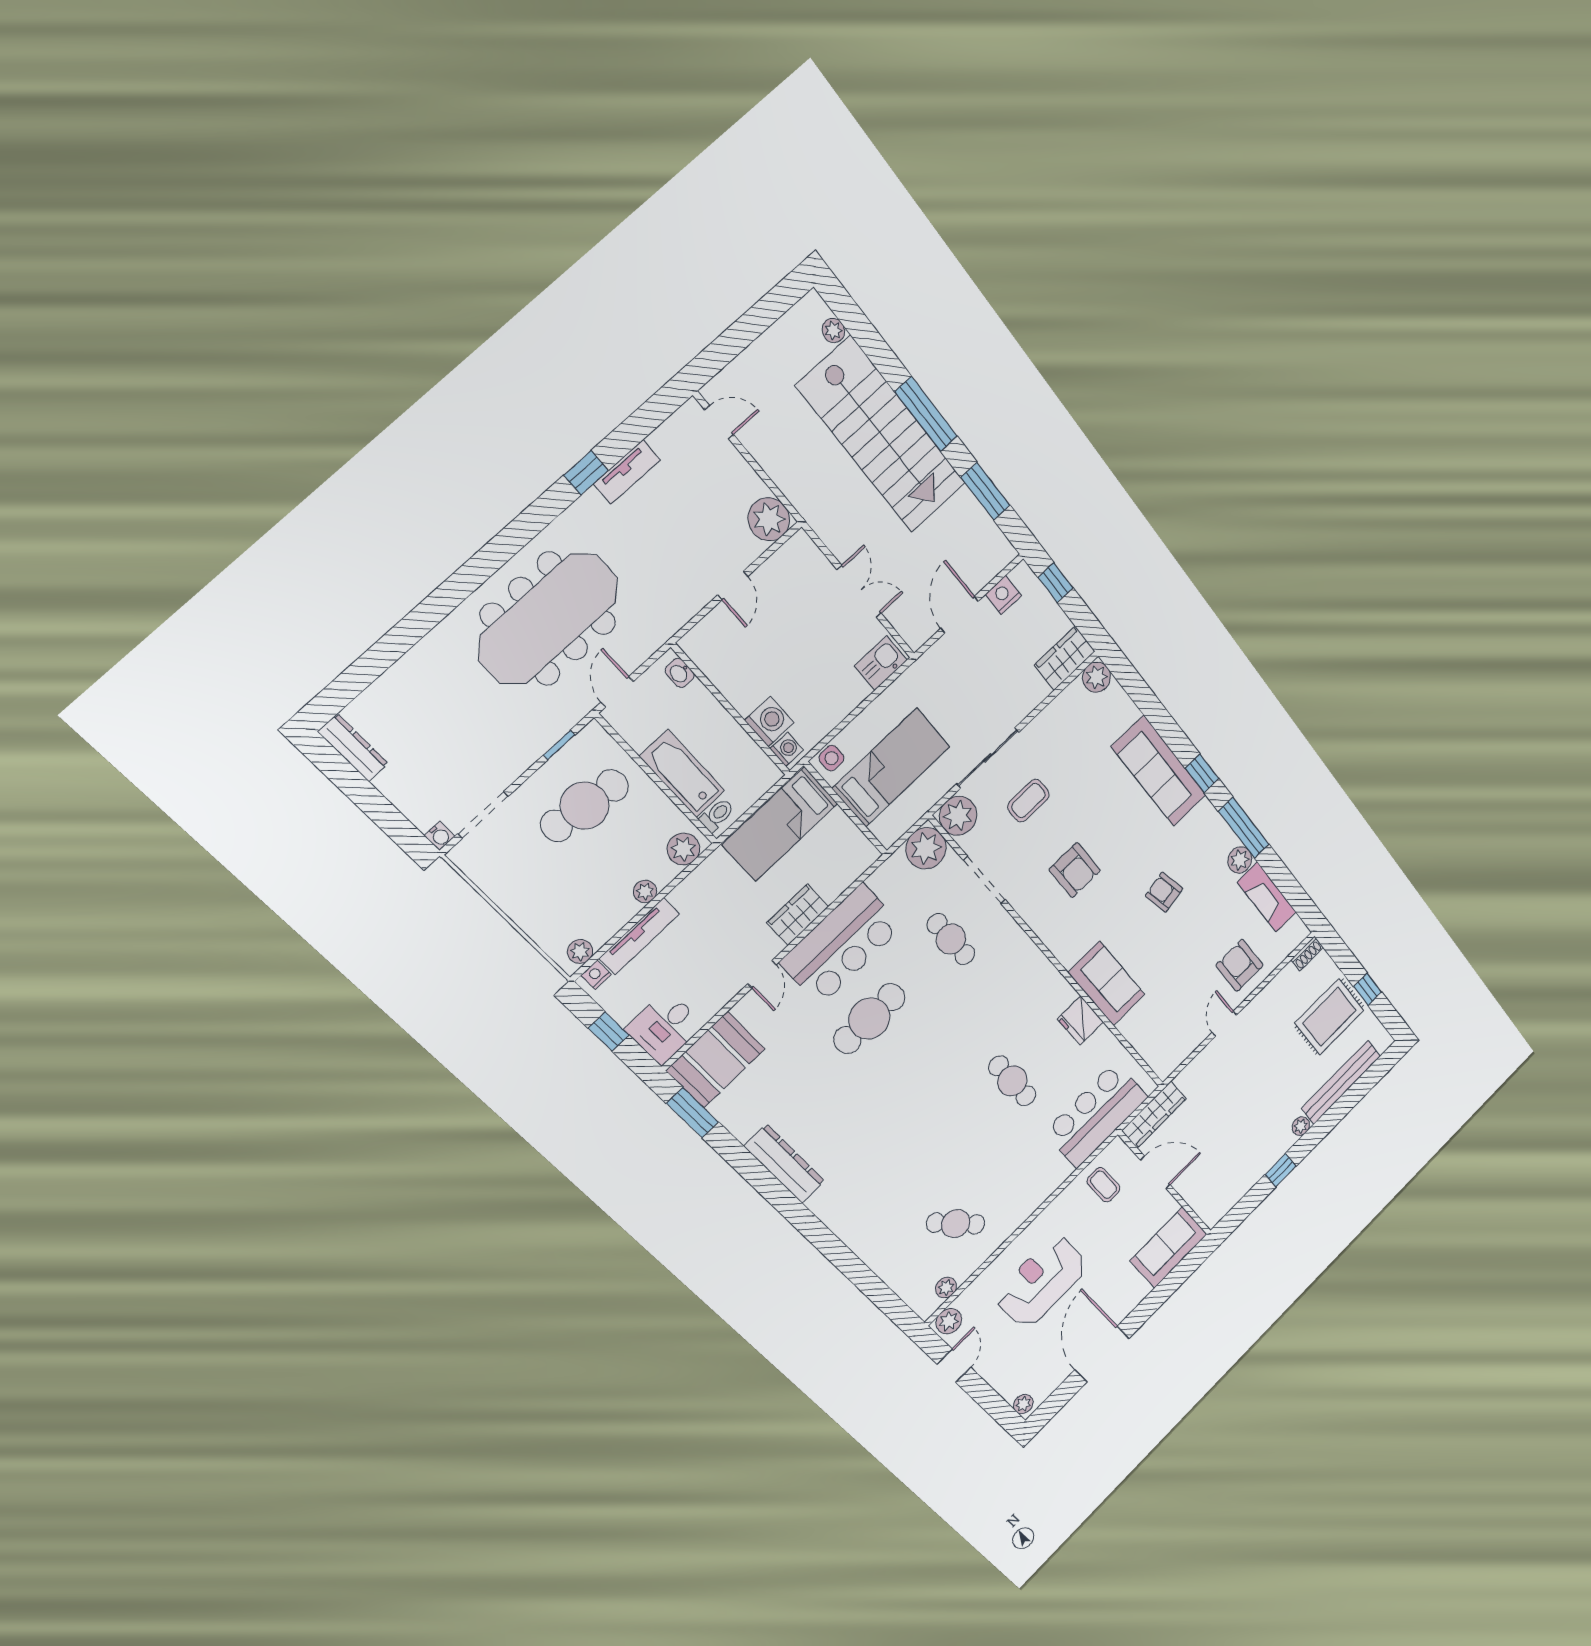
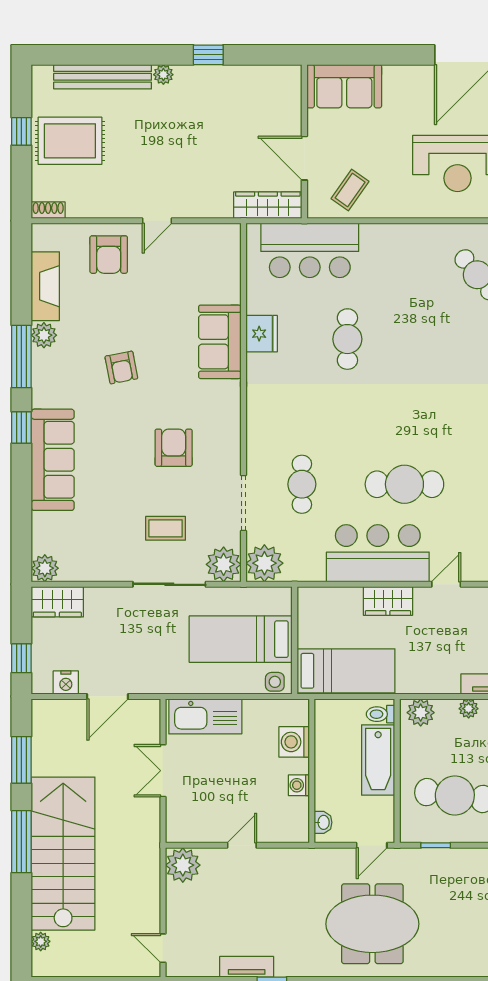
meeting table: (548, 619) -> (372, 924), width x0.73
kitchen sink: (881, 663) -> (205, 716), width x1.88, depth x1.24
washing machine: (787, 749) -> (299, 785), moved
coffee table: (1104, 1185) -> (350, 190), turned 35

